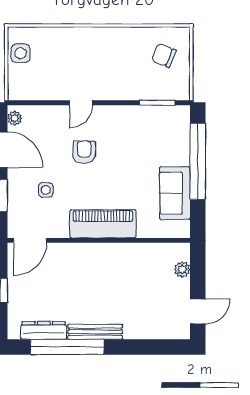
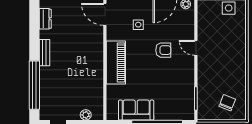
dresser: (44, 330) -> (45, 19), width x0.70
bench: (95, 332) -> (45, 53), width x0.73
window: (67, 347) -> (34, 85), moved

